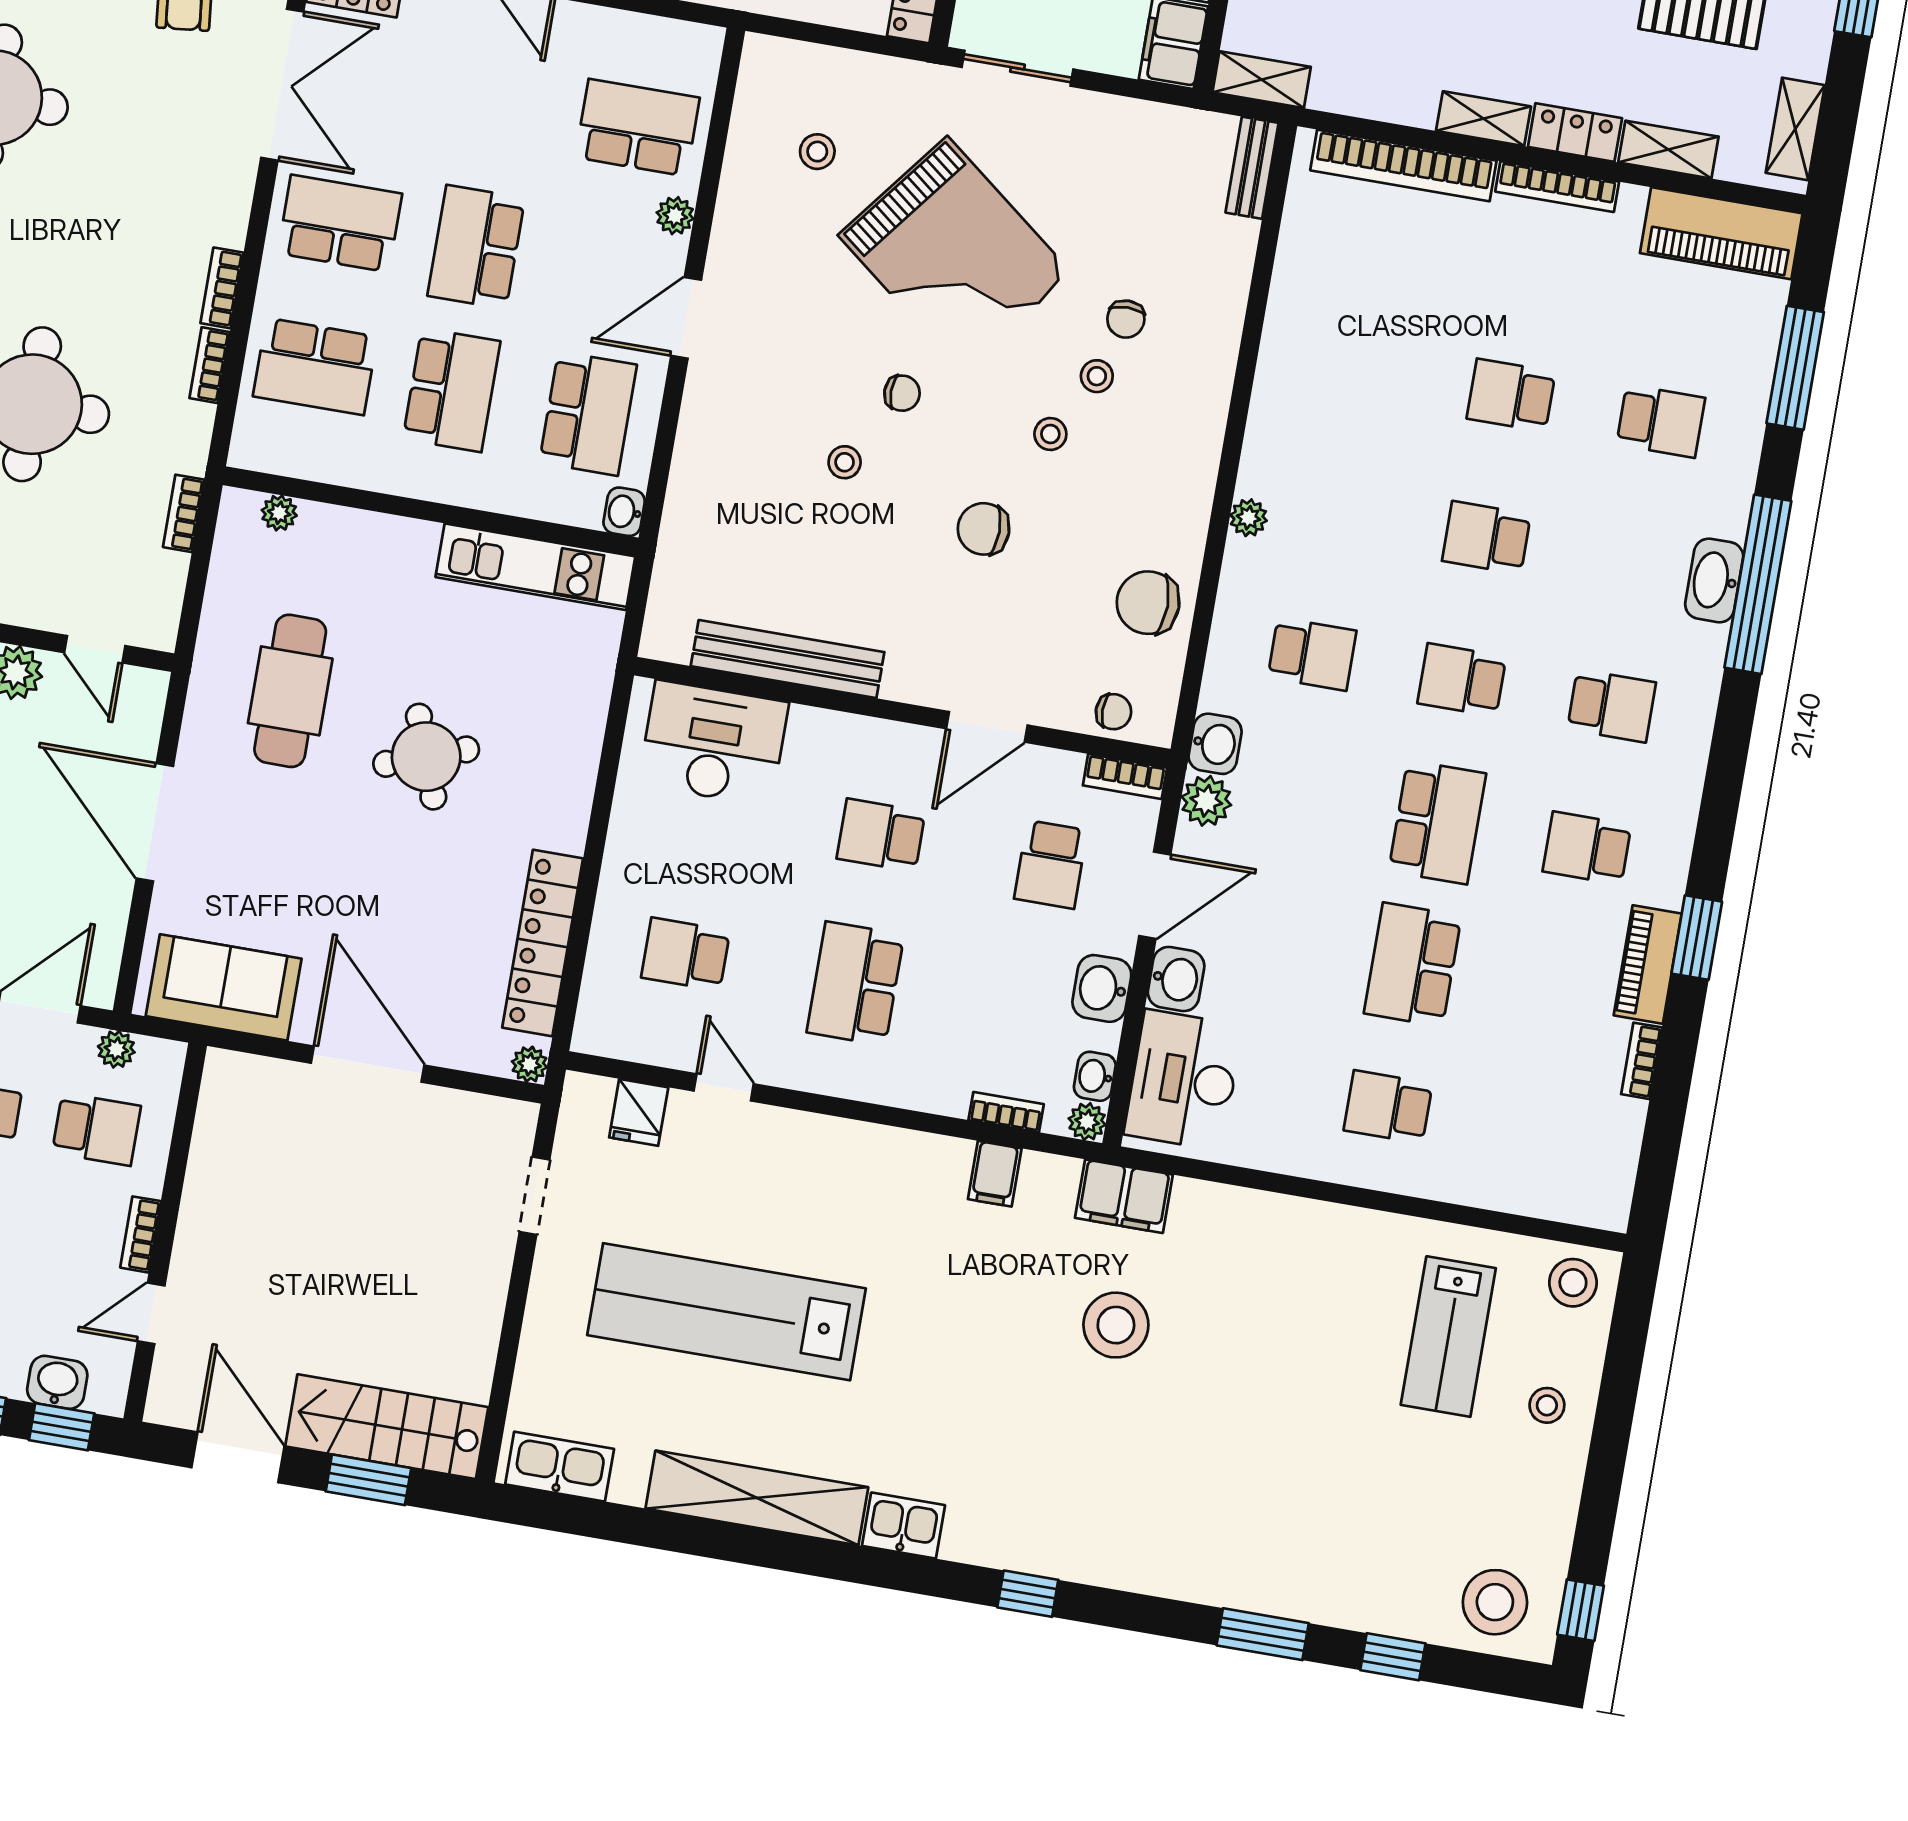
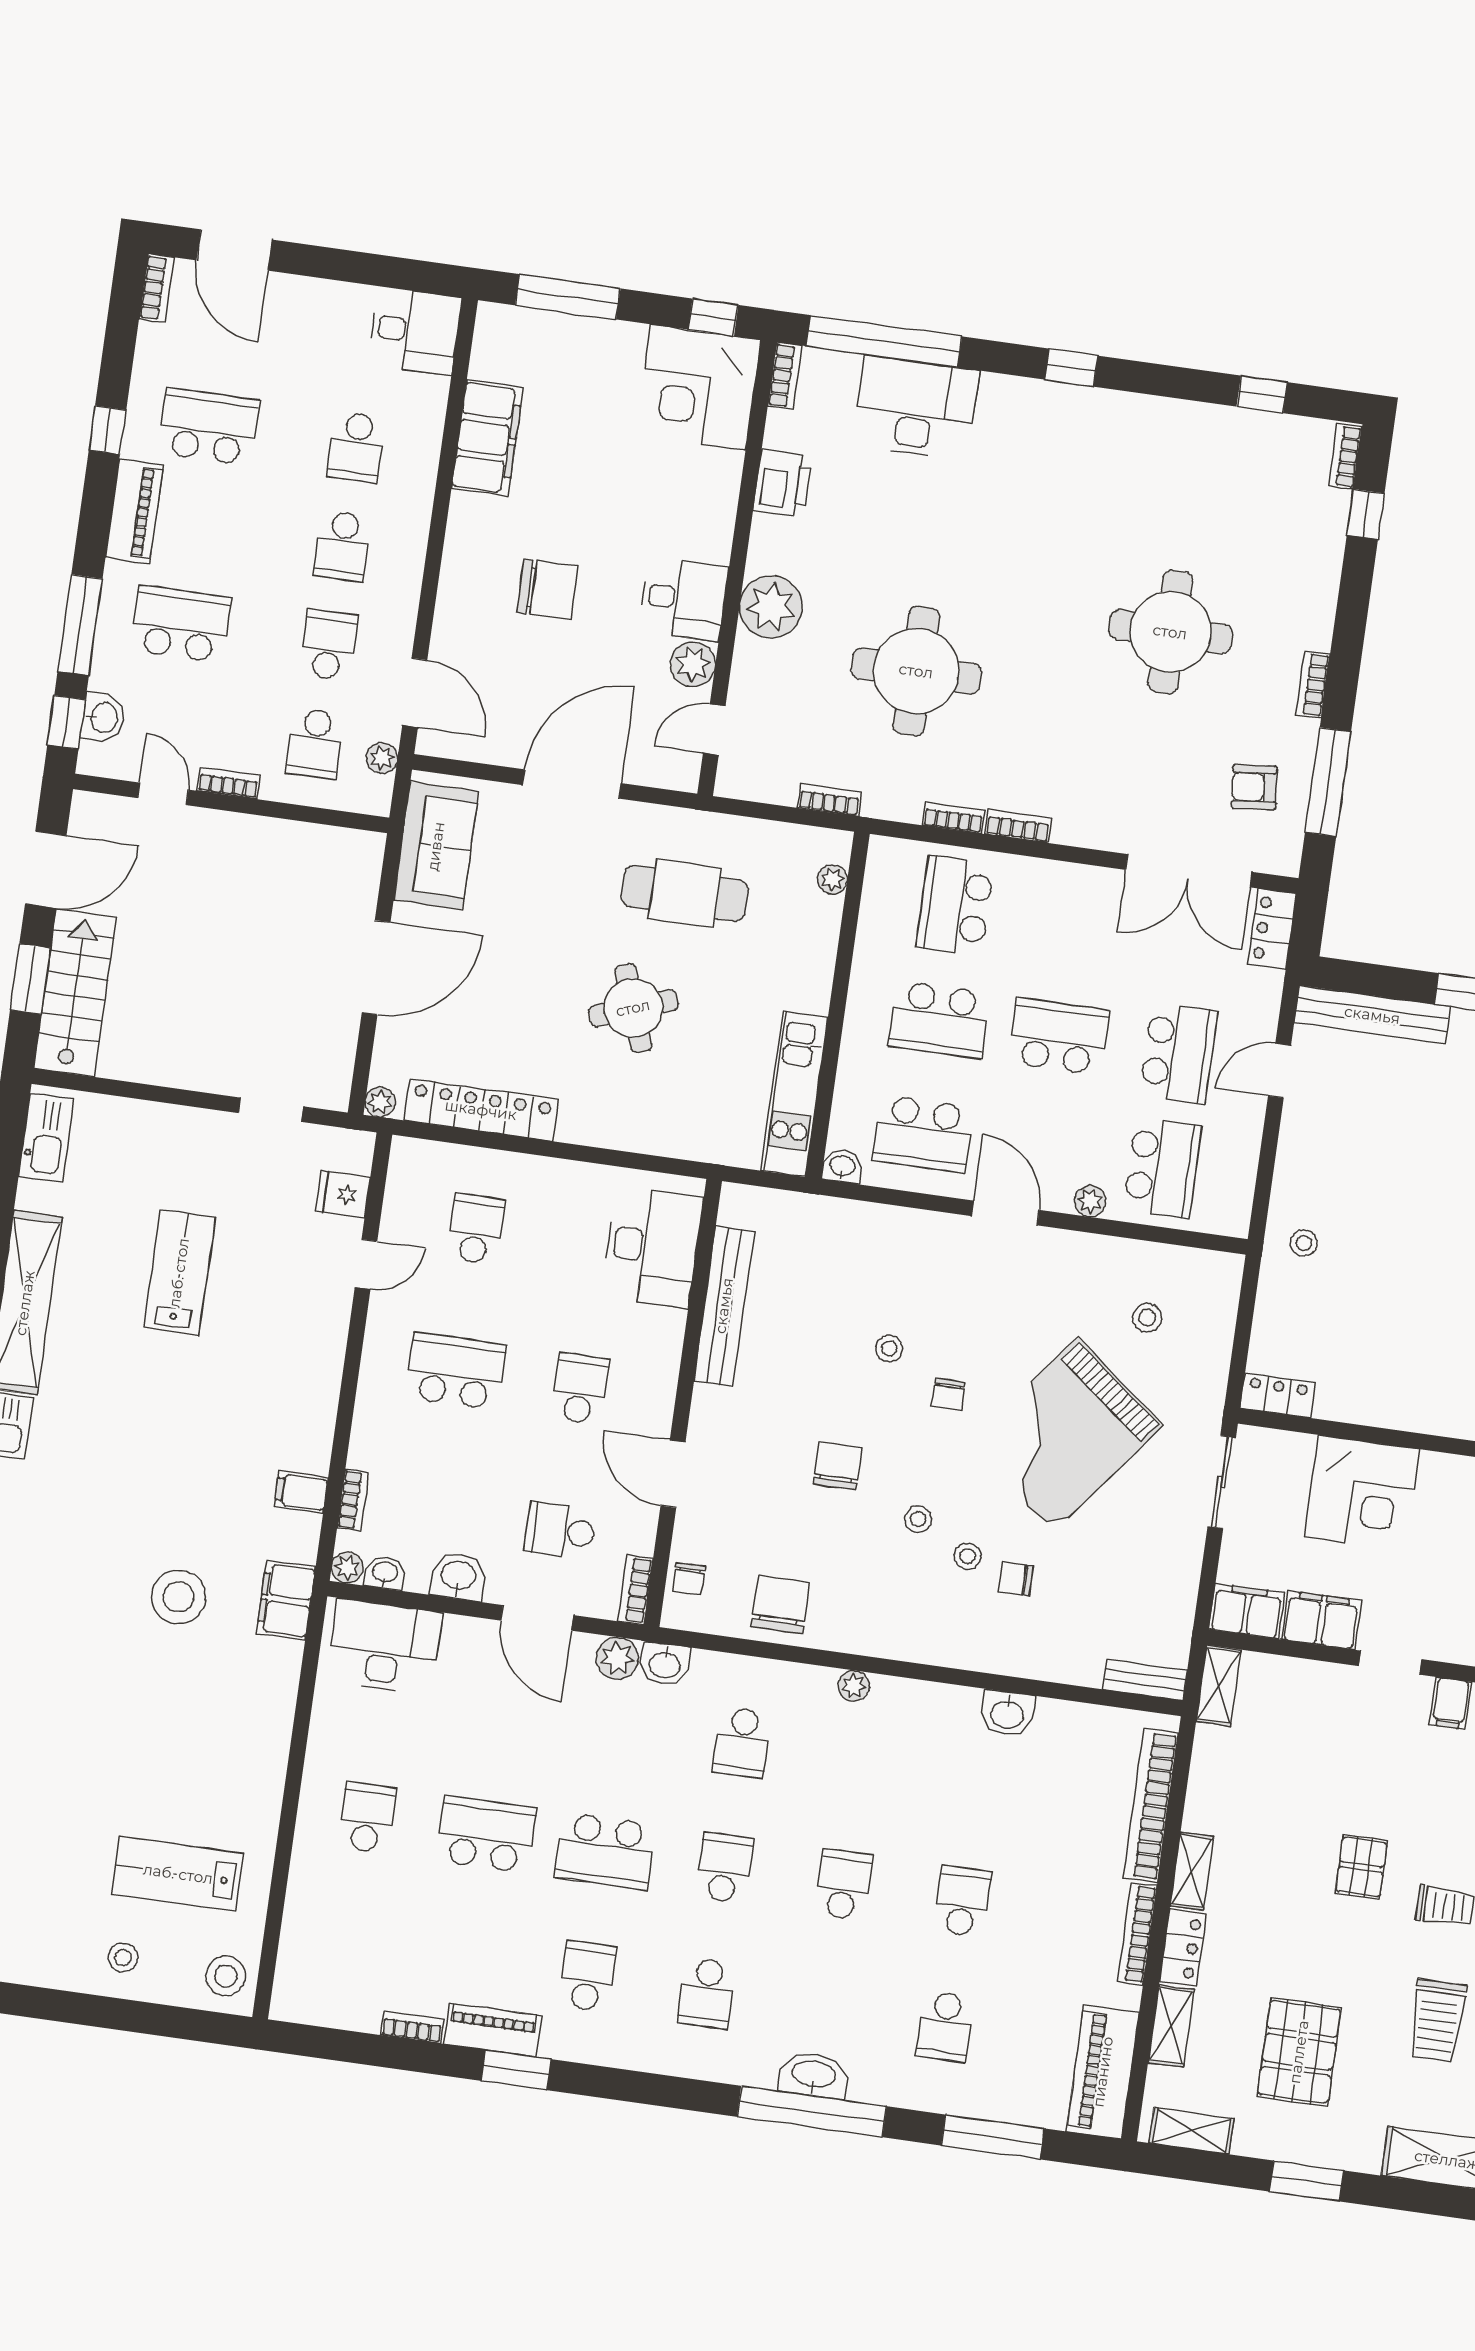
school desk: (340, 223) -> (1178, 1053), moved
washbasin: (1176, 979) -> (1007, 1714), moved
lab bench: (727, 1312) -> (179, 1273), width x0.54, depth x0.72

